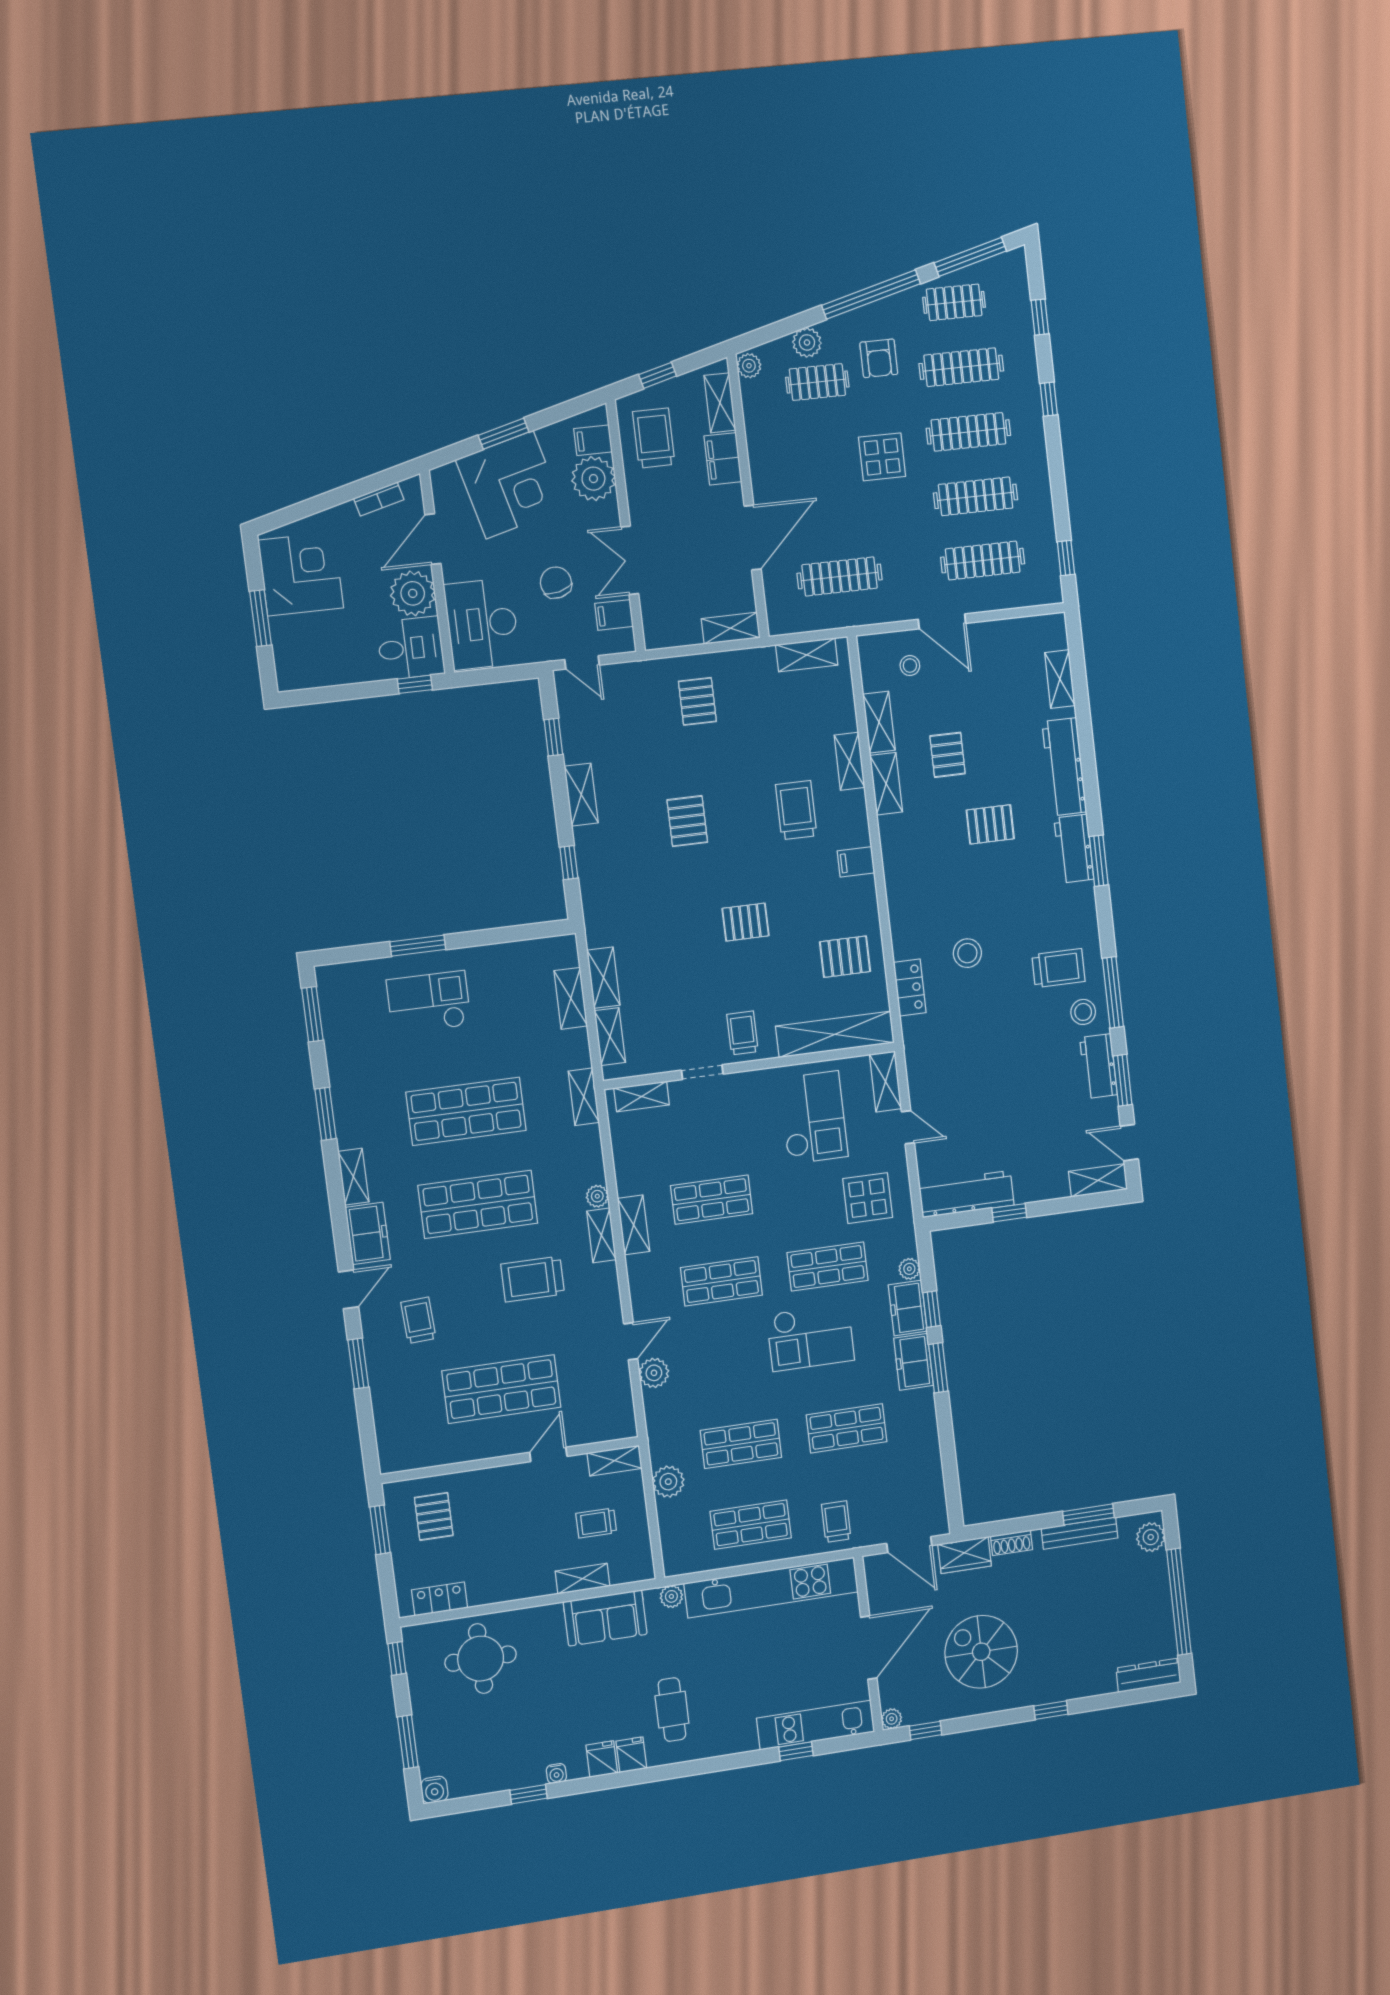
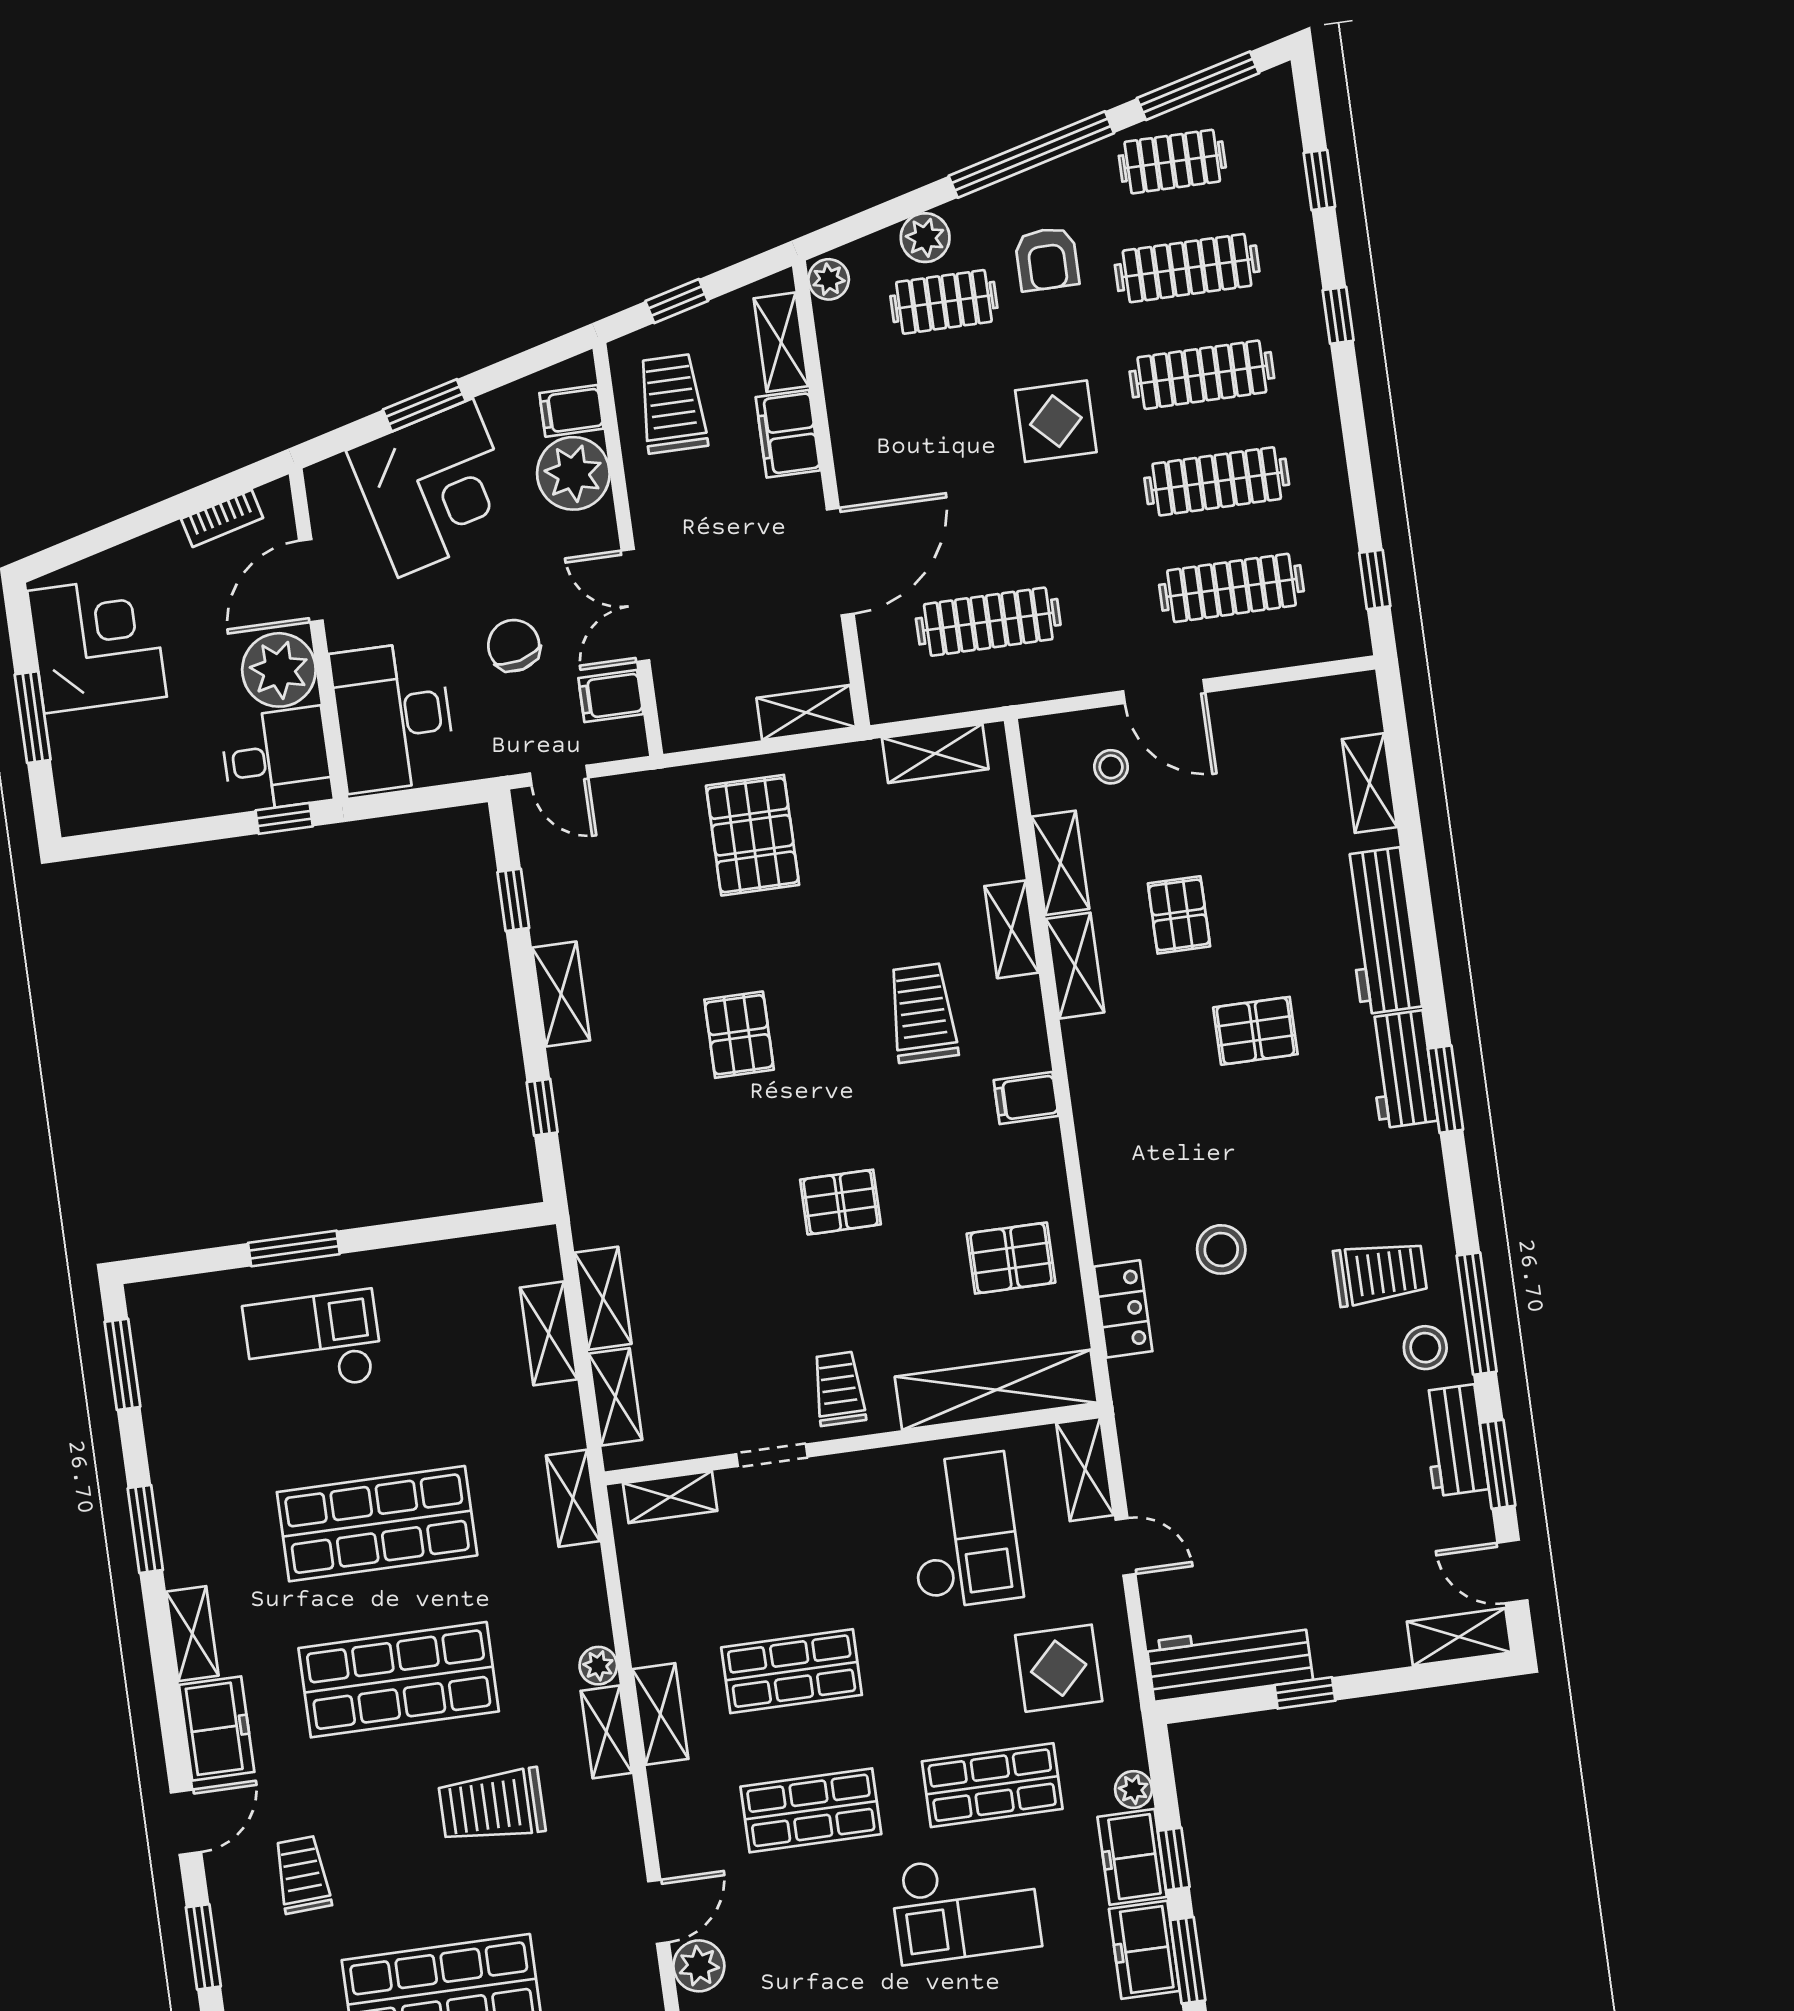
pallet: (697, 701) -> (753, 835), width x1.50, depth x1.42

